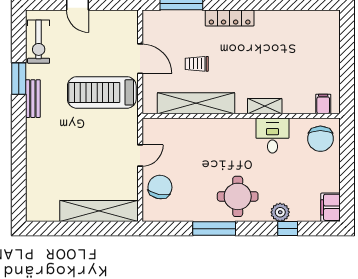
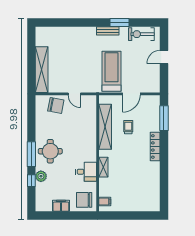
filing cabinet: (331, 207) -> (61, 206), moved
window: (214, 229) -> (31, 154), moved

